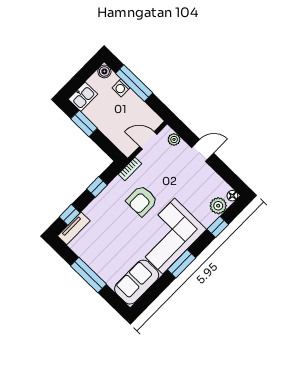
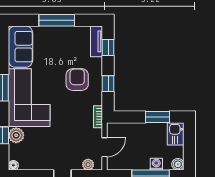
armchair: (142, 201) -> (77, 80), moved
plant: (218, 206) -> (16, 135), moved

